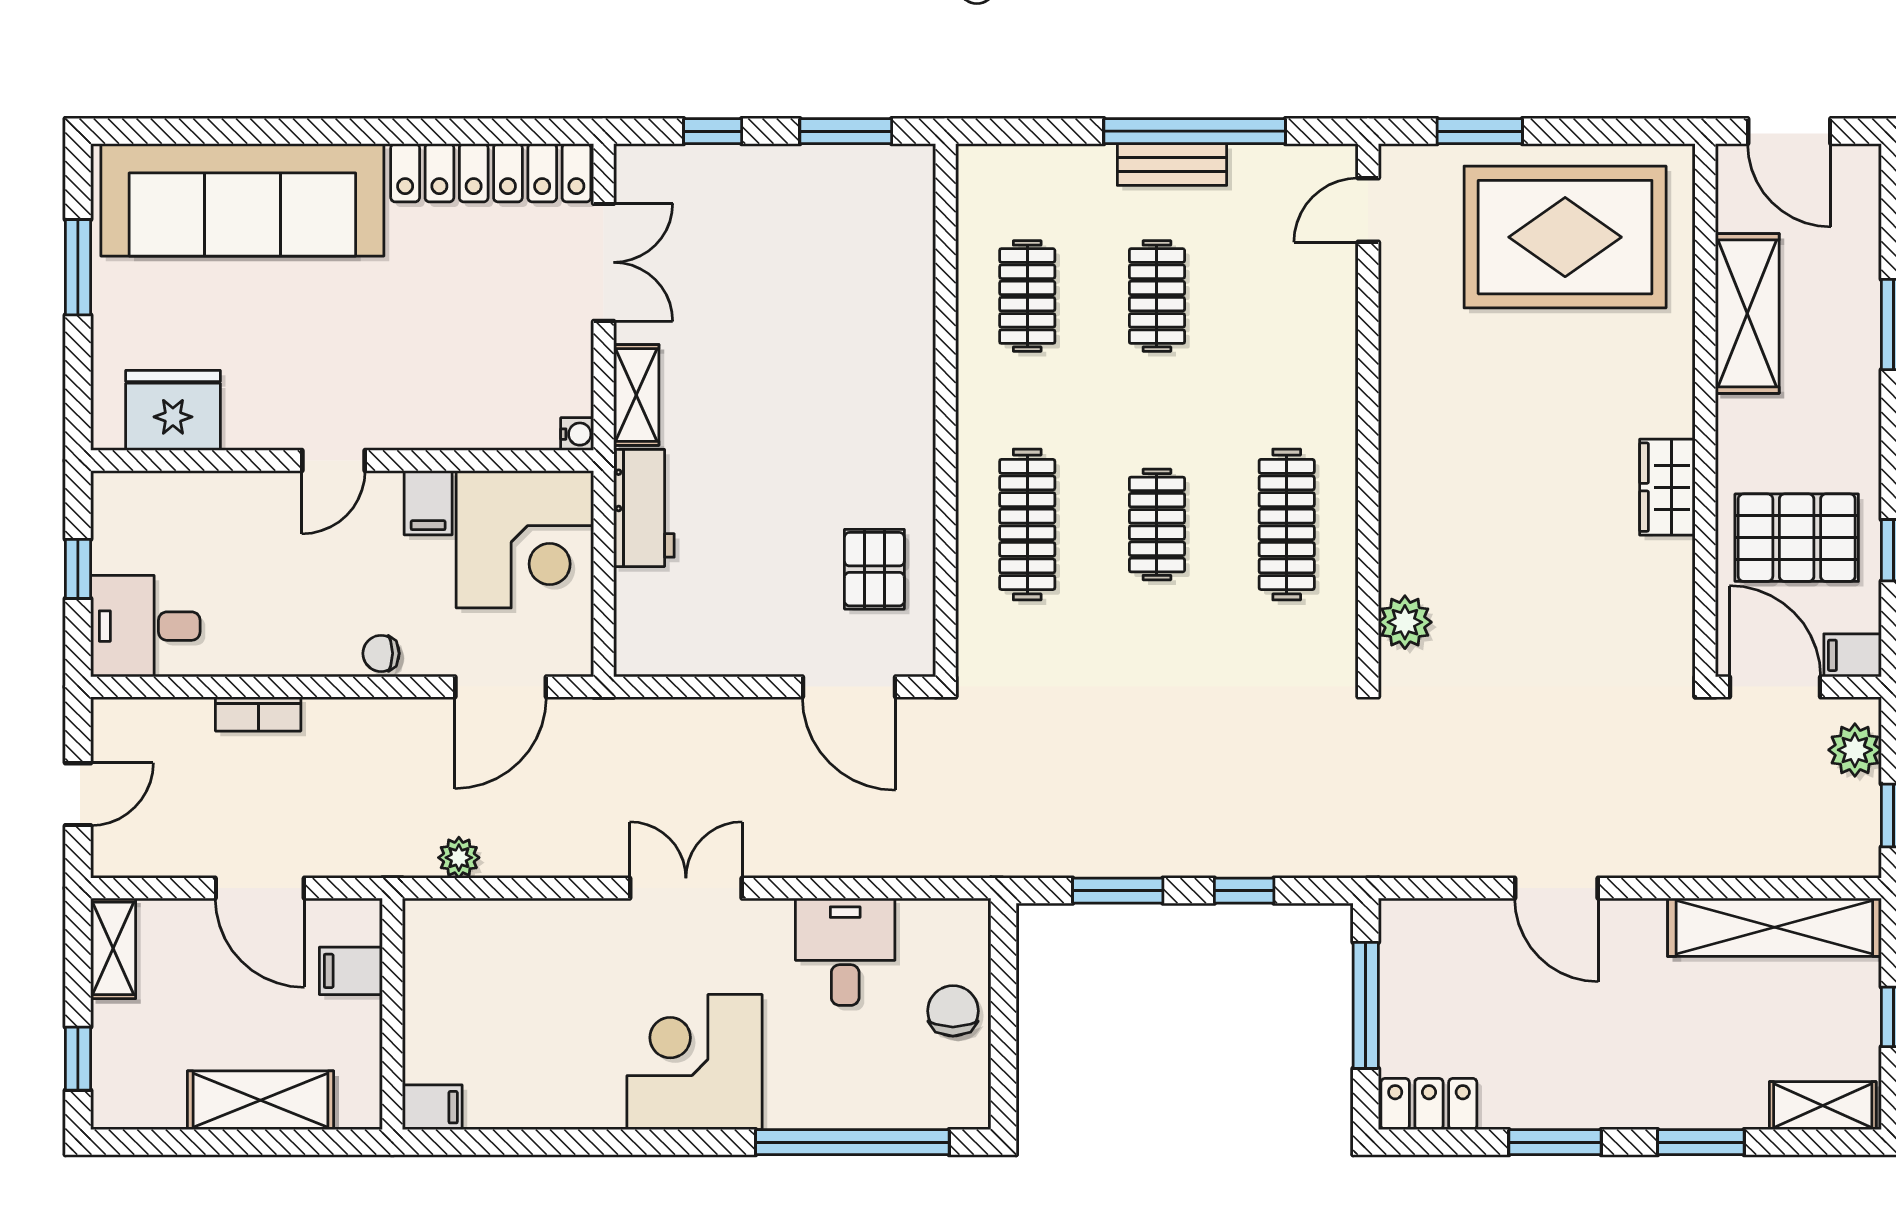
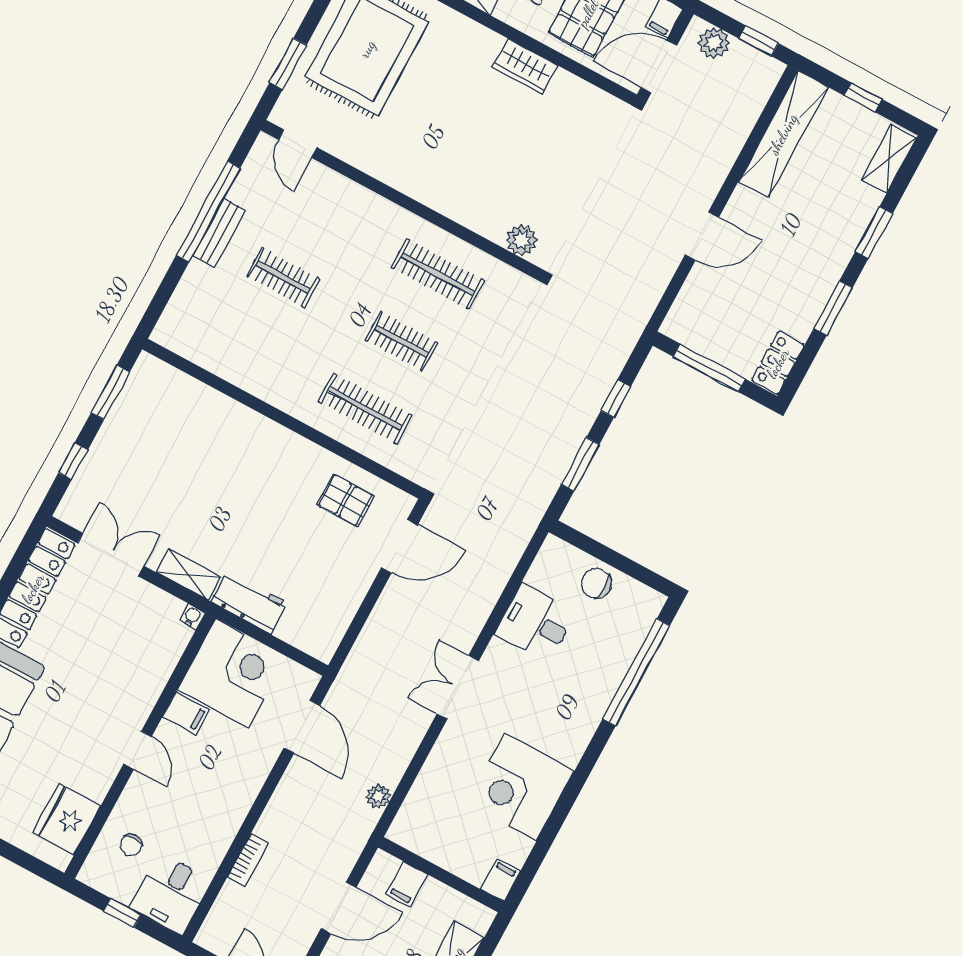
clothes rail: (1027, 296) -> (247, 344), removed
chair: (381, 653) -> (131, 845), moved
corner desk: (694, 1062) -> (521, 787), moved

